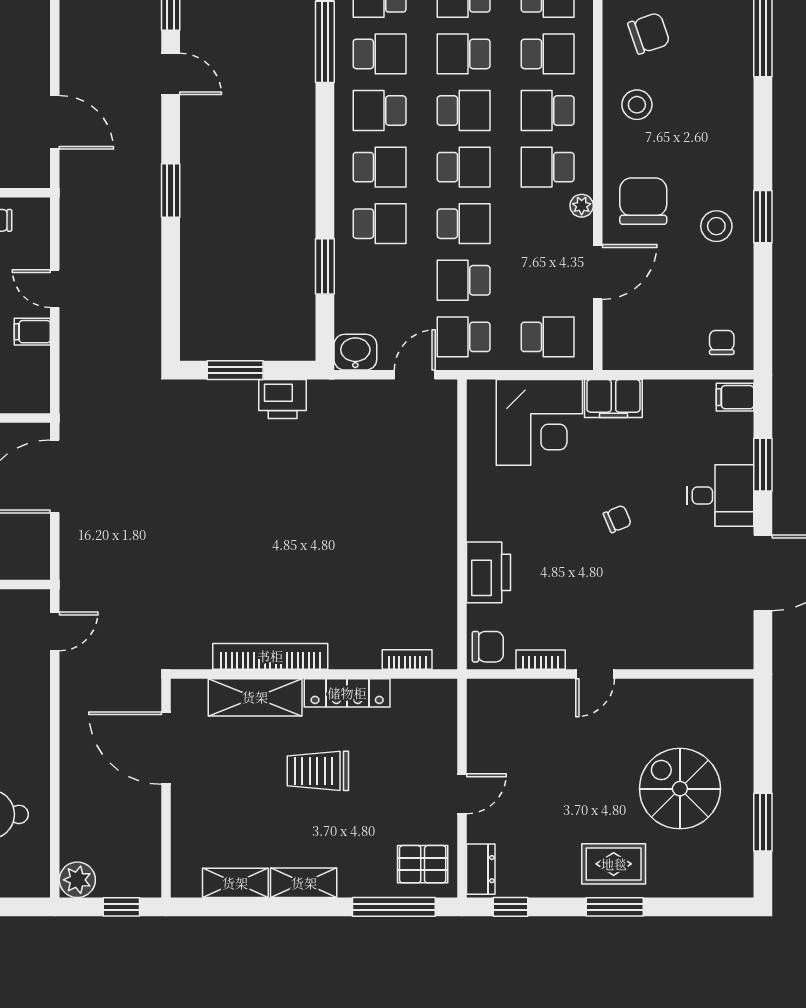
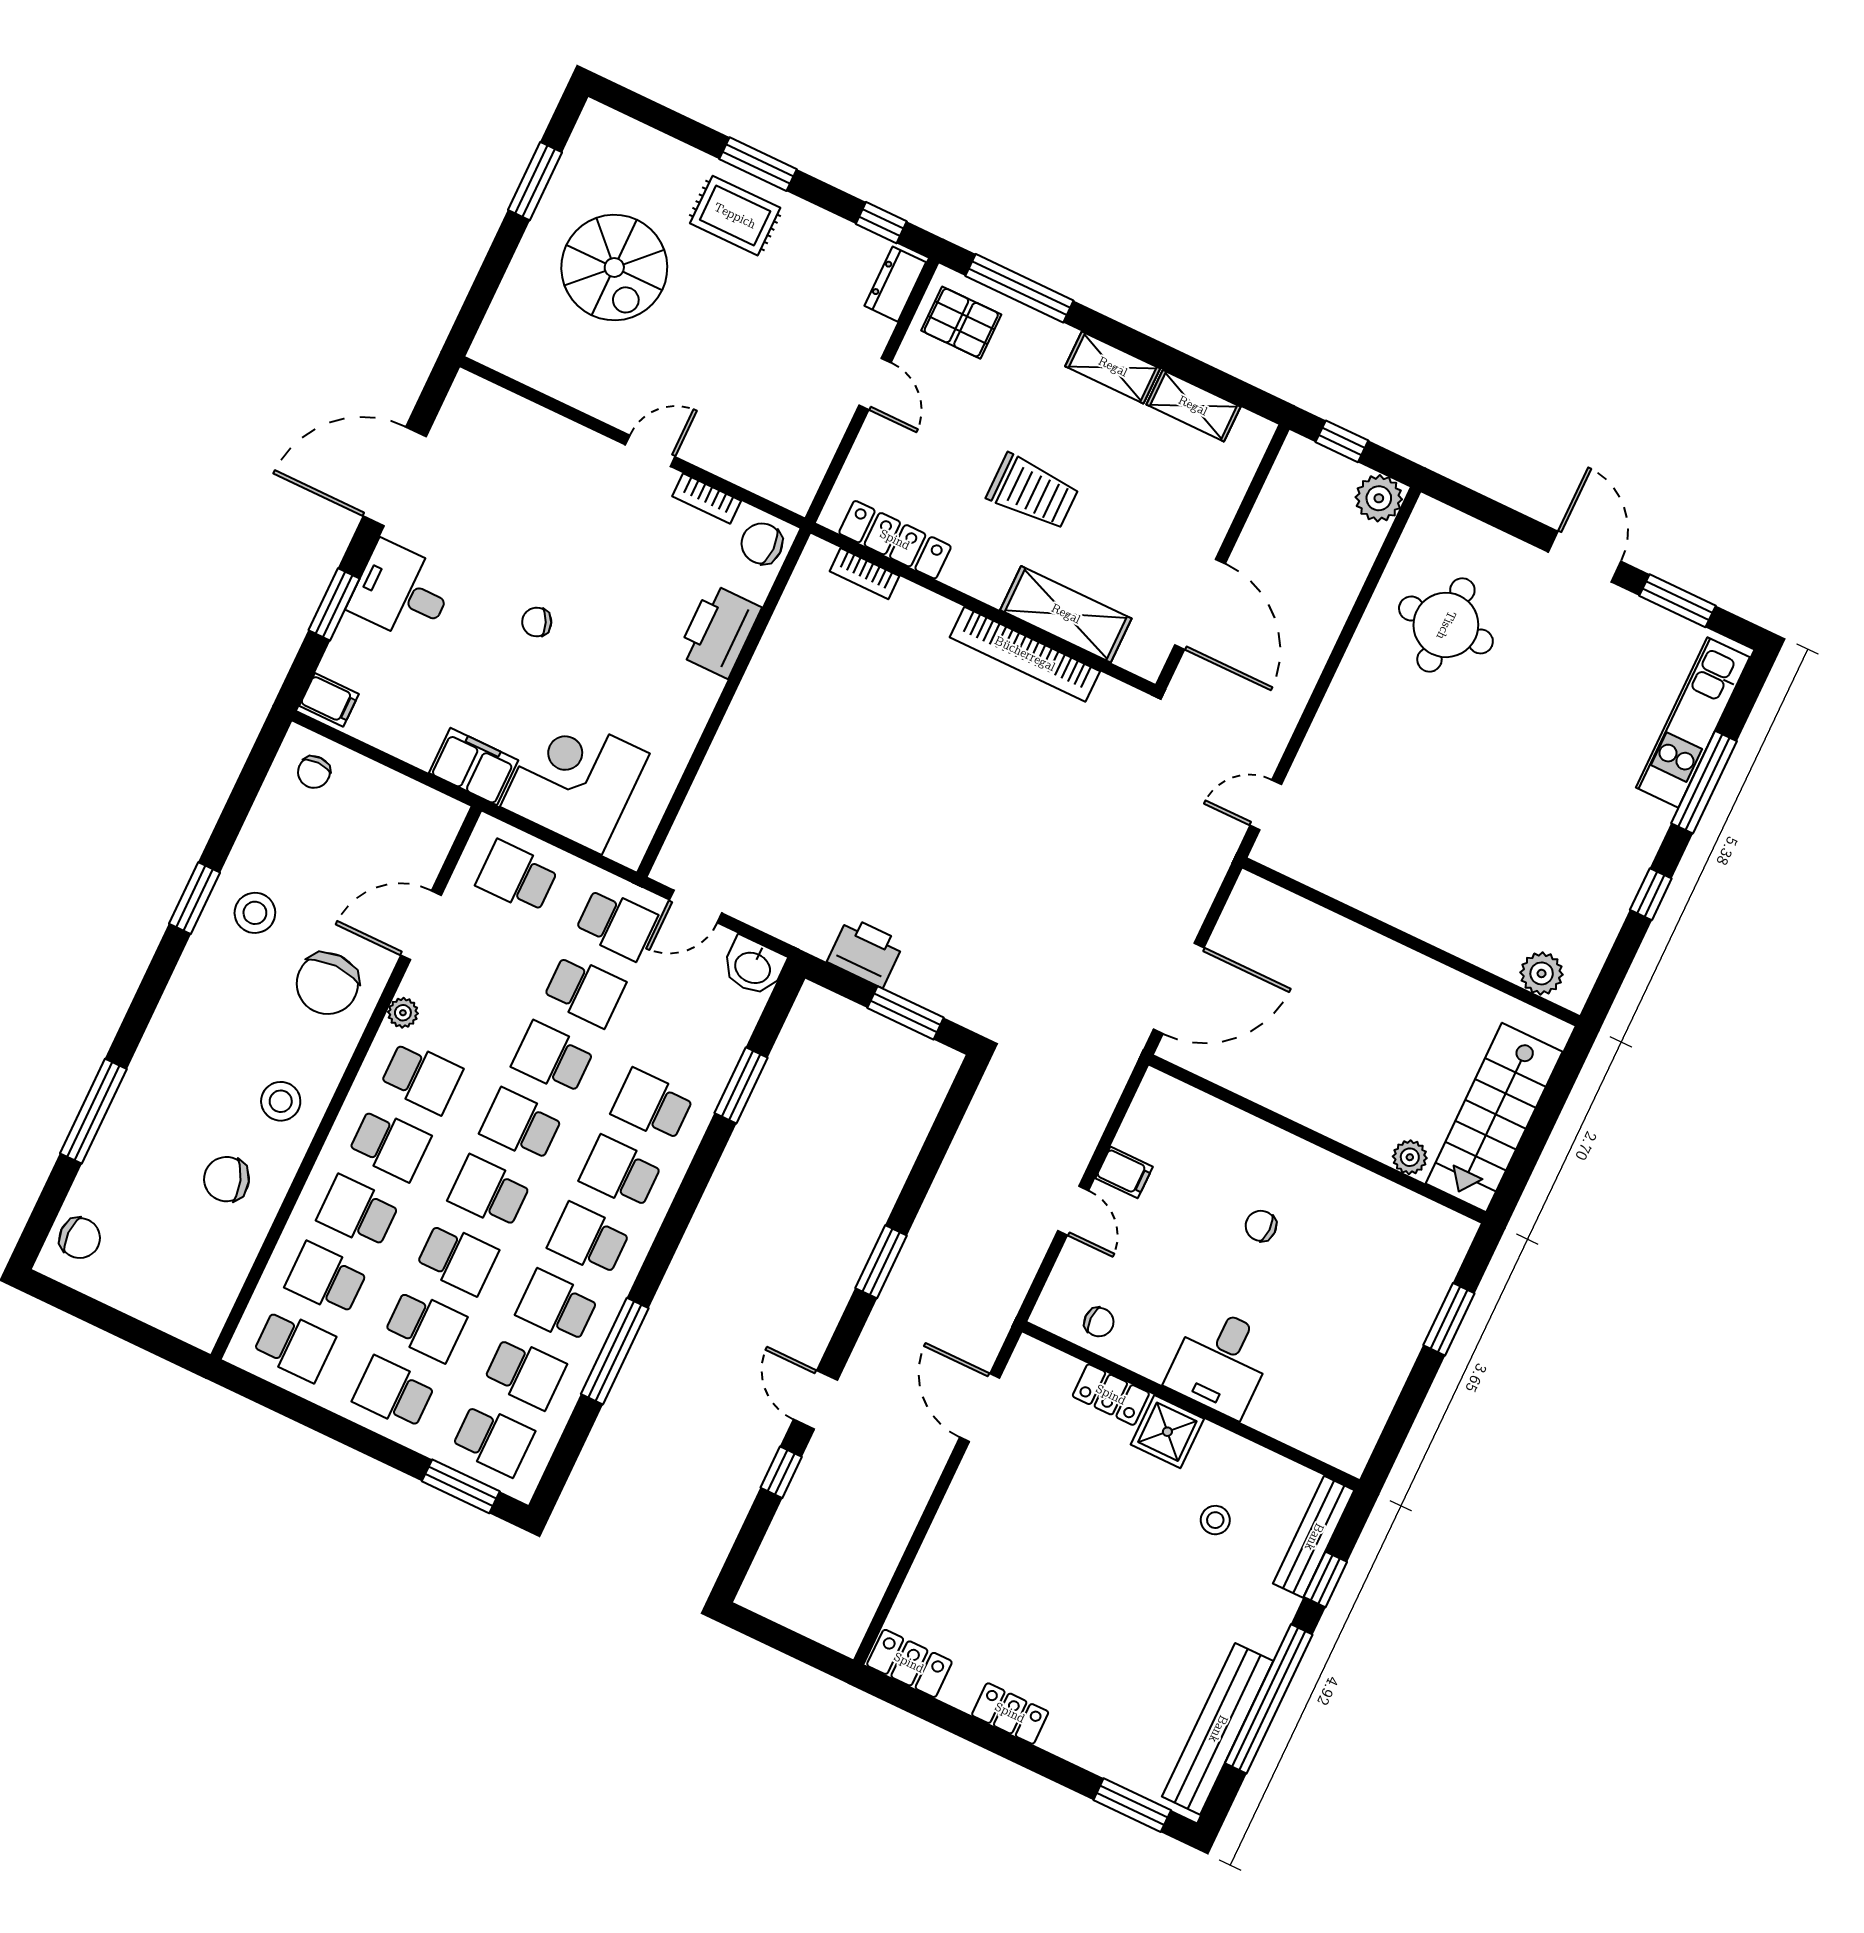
school desk: (380, 111) -> (589, 1239), turned 180
locker: (347, 693) -> (895, 540), moved
door: (462, 794) -> (875, 384), swing flipped

